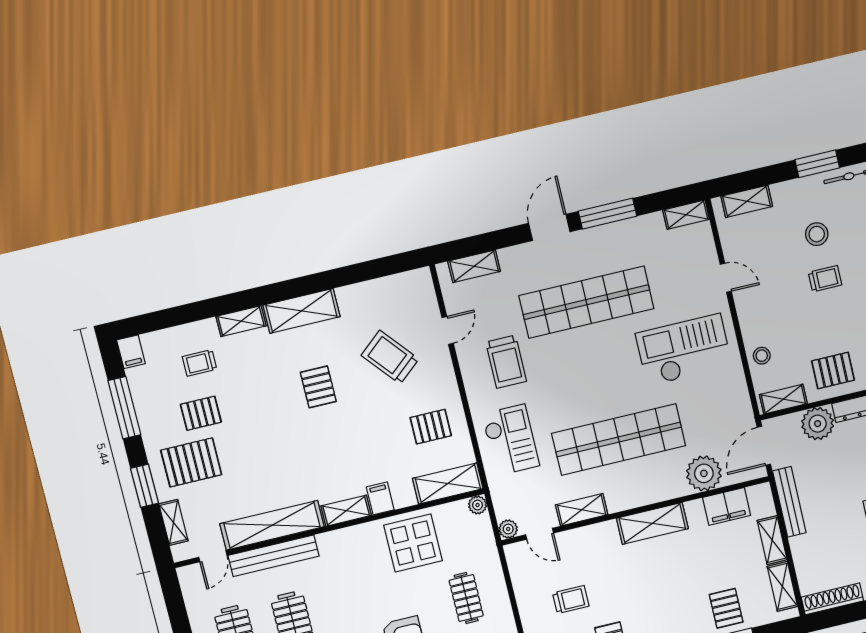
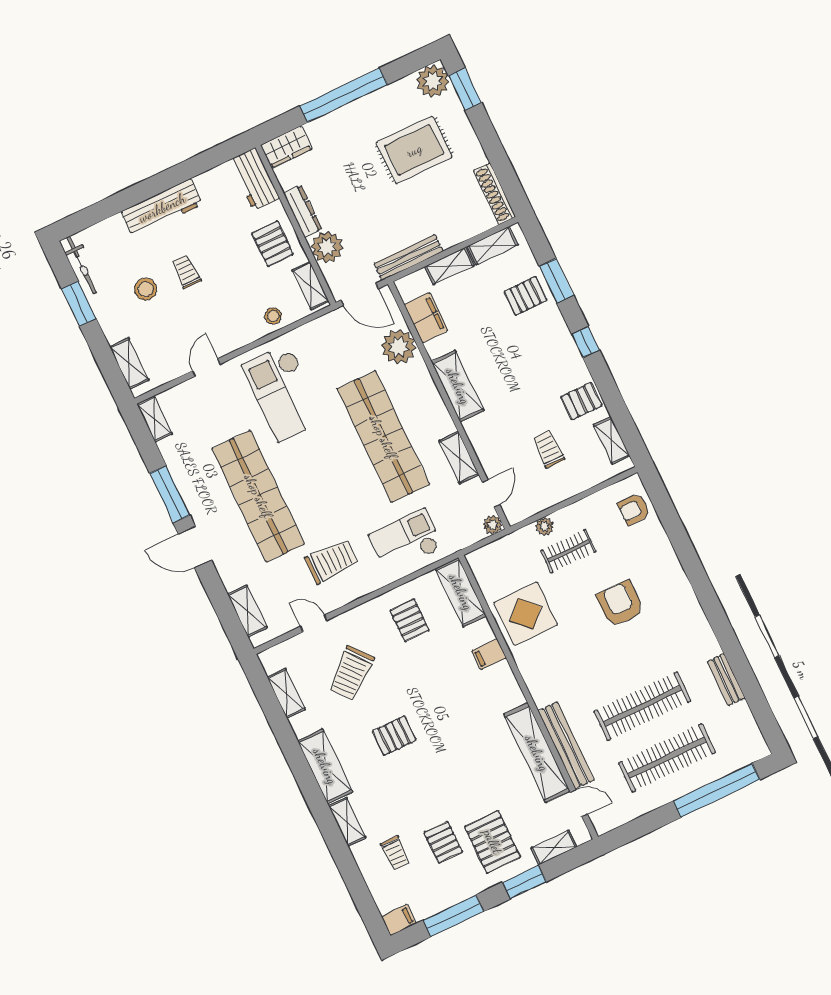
plant: (478, 505) -> (545, 526), moved
shelving: (346, 511) -> (286, 693), moved

